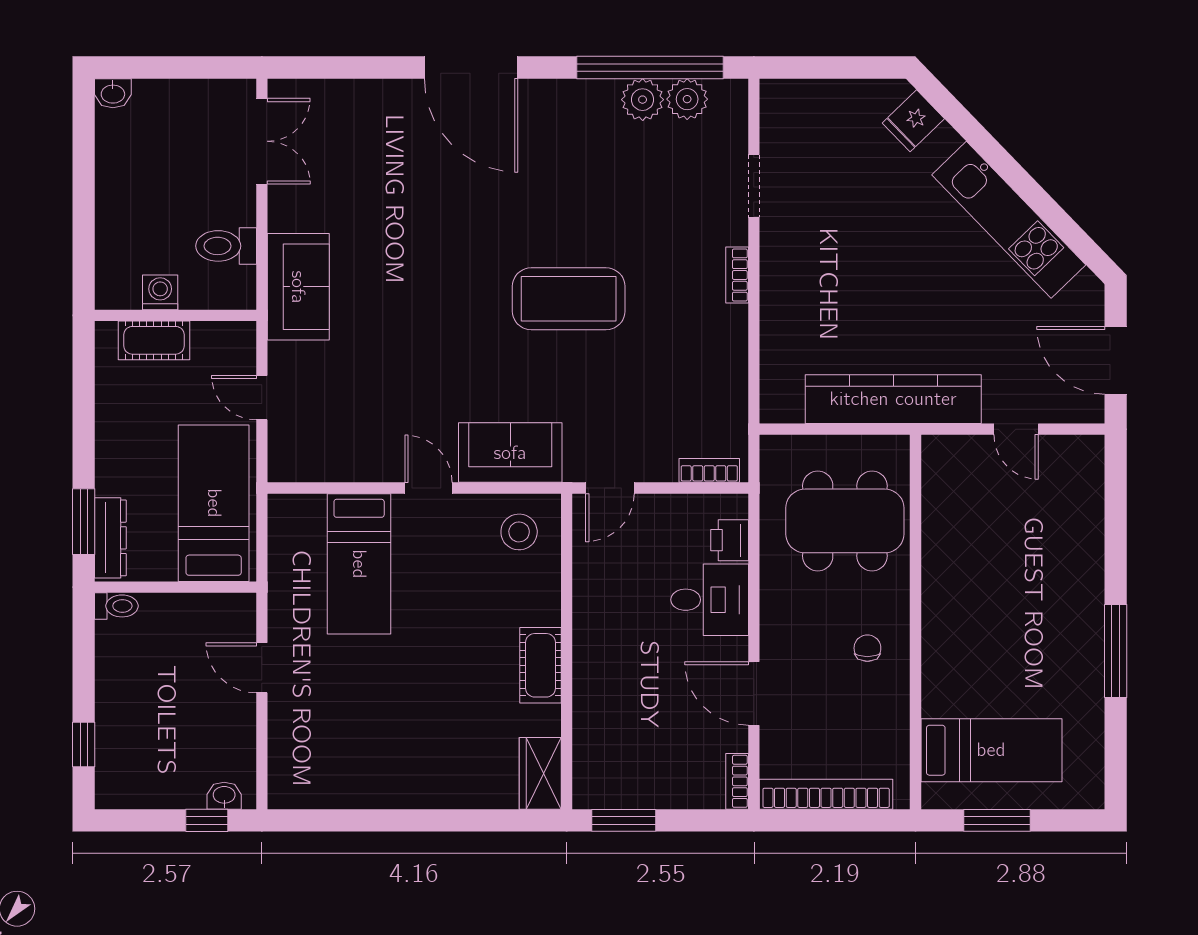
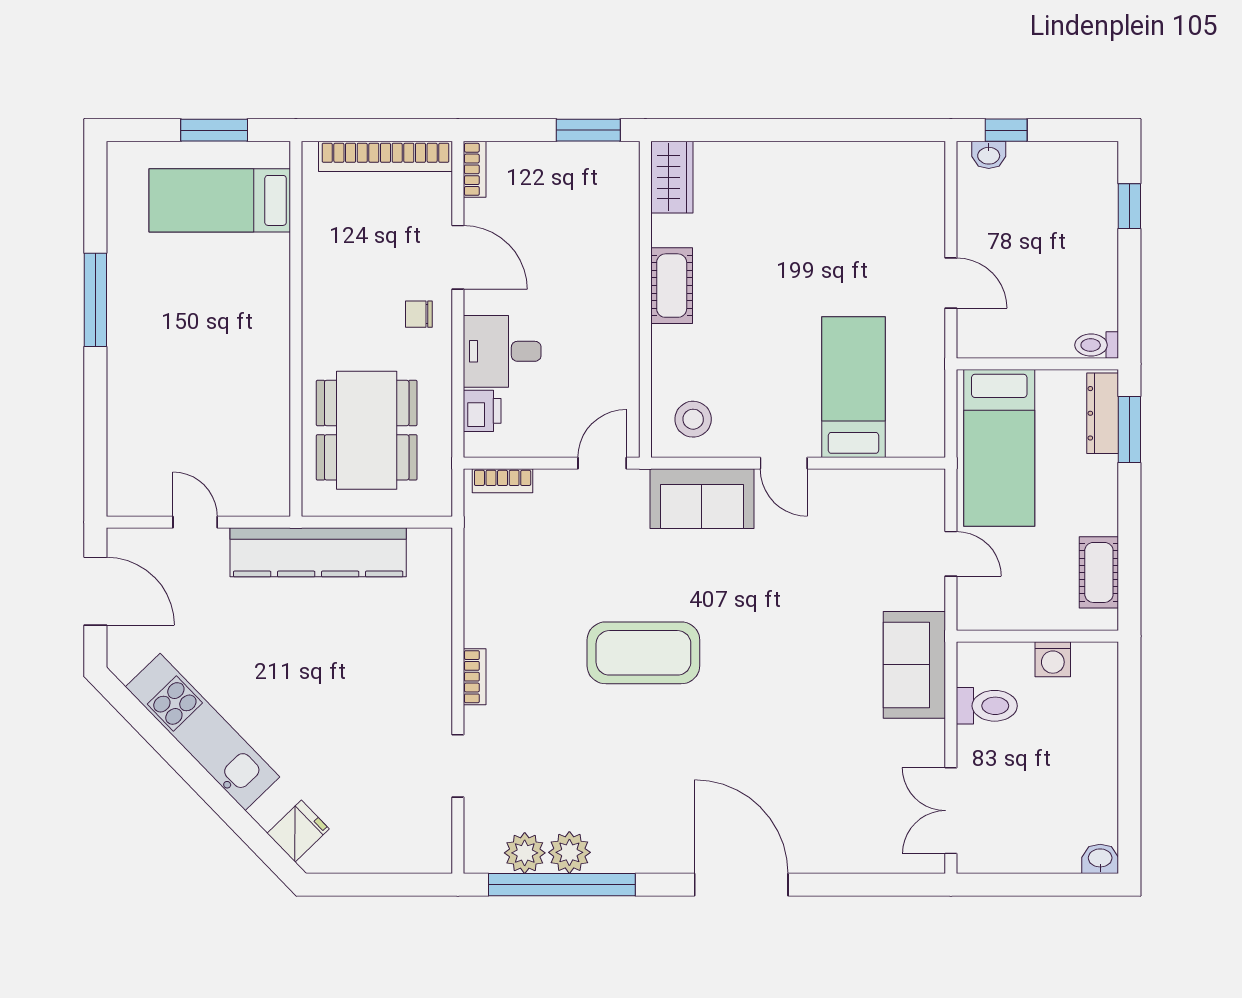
cot: (154, 340) -> (1099, 572), moved, turned 90
dining table: (845, 521) -> (367, 430), turned 90
chair: (867, 648) -> (419, 314), moved, turned 90

